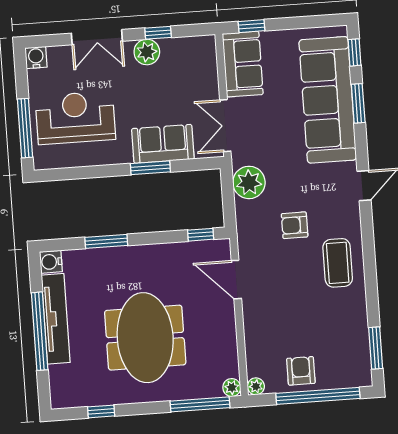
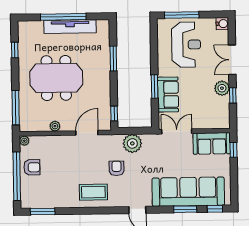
plant: (249, 182) -> (132, 143), moved
water cooler: (51, 262) -> (103, 26), removed
plant: (232, 388) -> (55, 126), moved

